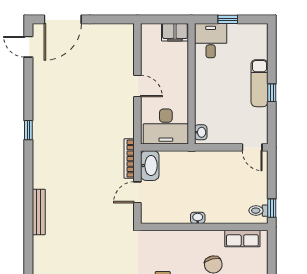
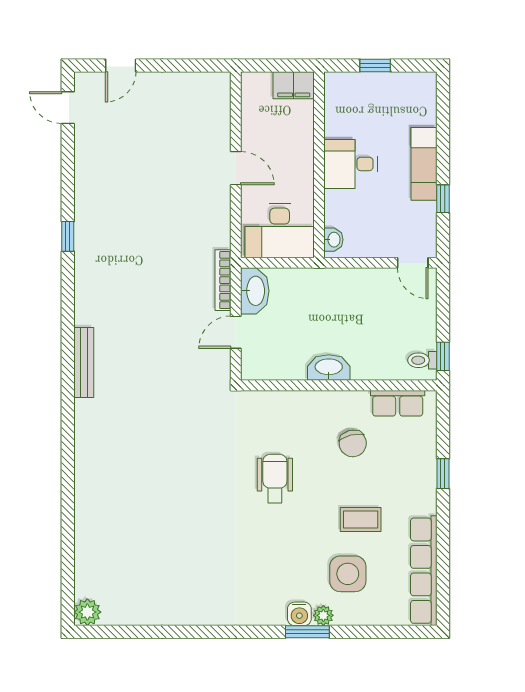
door: (63, 19) -> (121, 65), width x0.53
desk: (211, 41) -> (351, 164), moved, turned -90
window: (272, 93) -> (443, 199), moved
washbasin: (198, 218) -> (329, 368), width x1.91, depth x1.45

